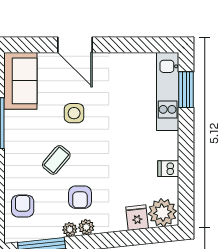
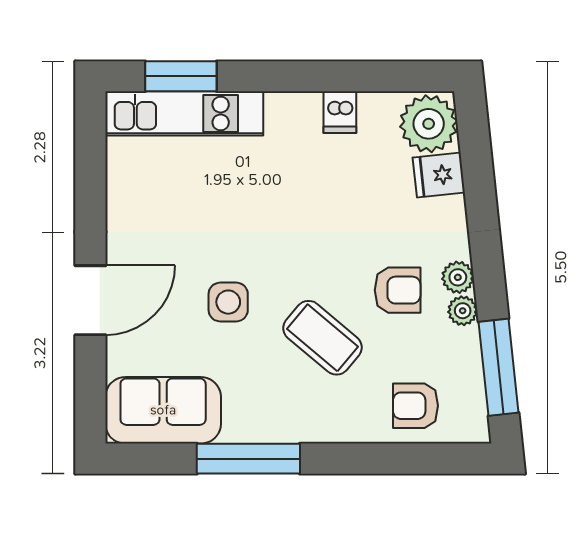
coffee table: (56, 160) -> (322, 338), width x1.36, depth x1.30

